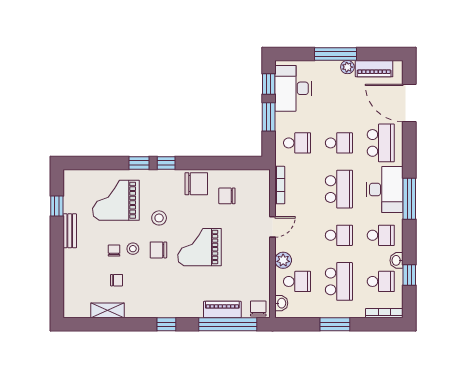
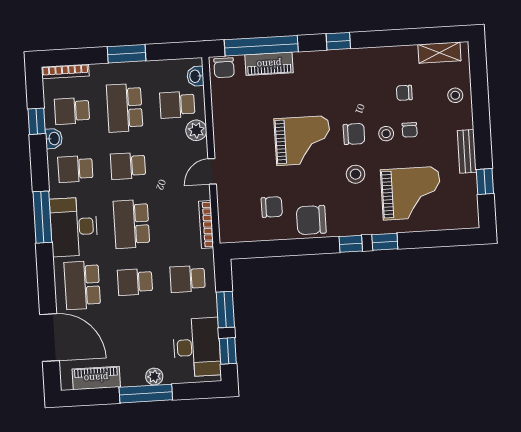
plant: (347, 67) -> (154, 377), moved
stool: (76, 276) -> (455, 95), added
shelving: (107, 310) -> (439, 53), moved

